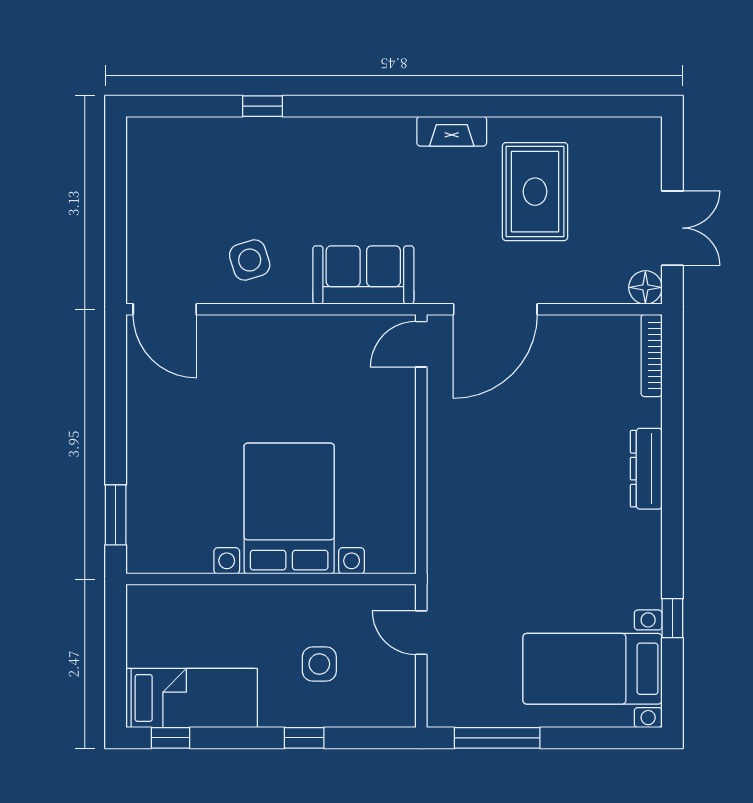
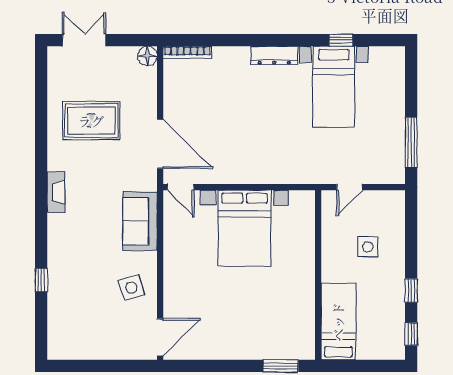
fireplace: (452, 131) -> (56, 192), moved
double door: (672, 228) -> (84, 40), moved
dresser: (646, 469) -> (274, 55), moved
bed with nightstands: (289, 508) -> (245, 228), moved, turned -90
bed with nightstands: (593, 669) -> (334, 87), moved
bed: (192, 698) -> (338, 322), moved
window: (304, 738) -> (411, 291), moved

